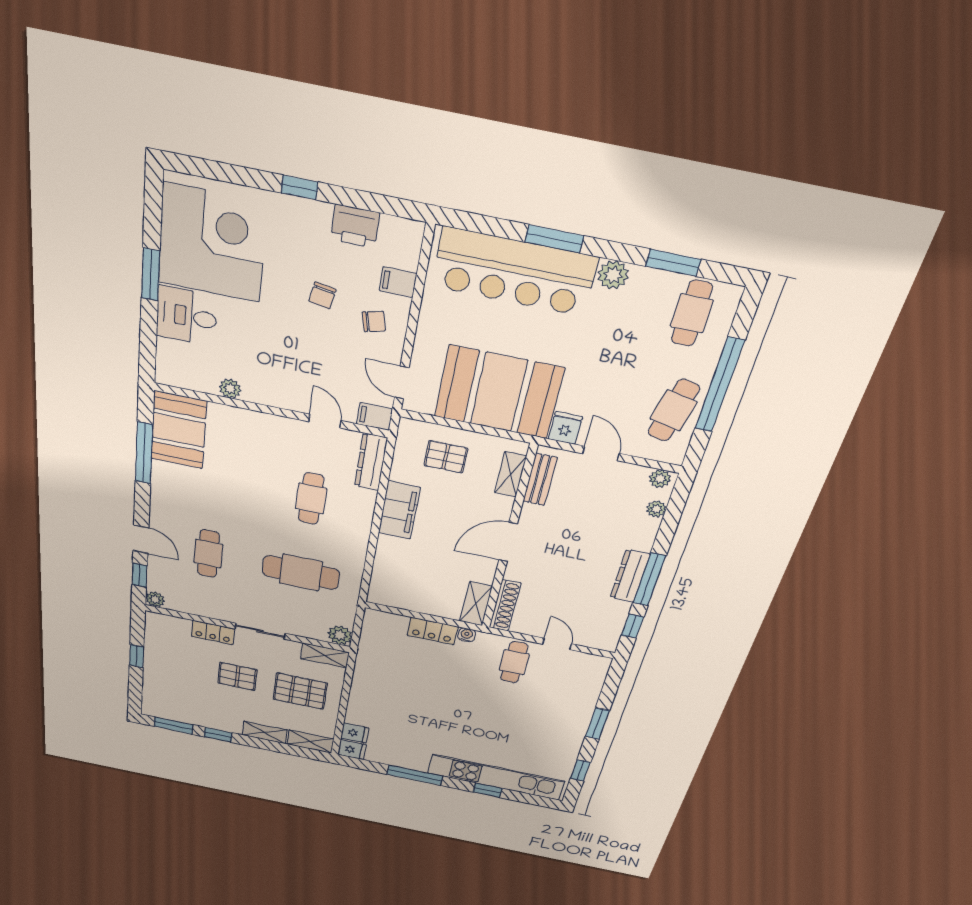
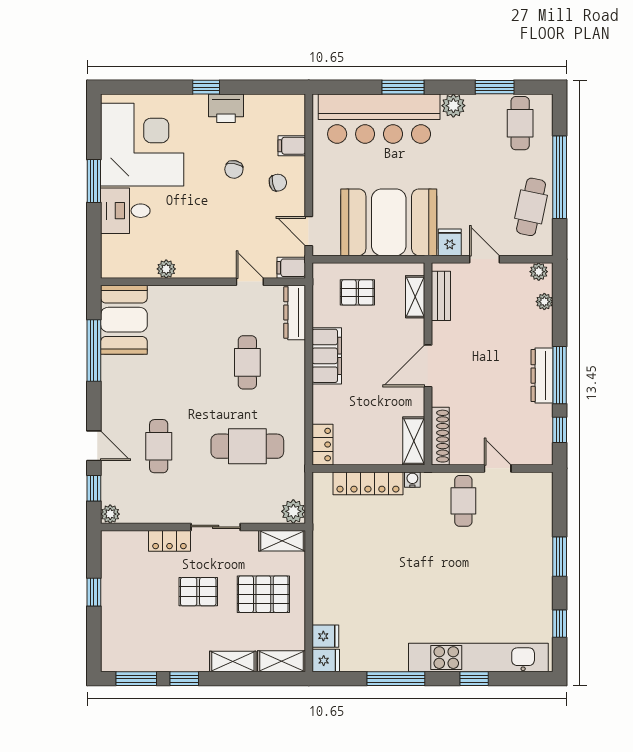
printer: (355, 226) -> (226, 108), moved
locker: (380, 587) -> (322, 445), added
locker: (433, 631) -> (368, 483), width x1.53

